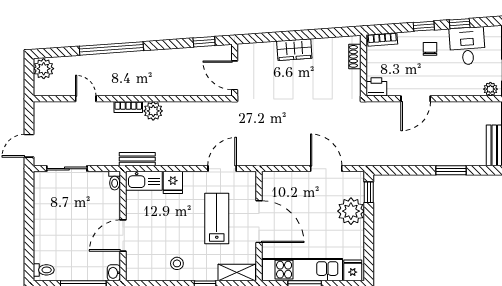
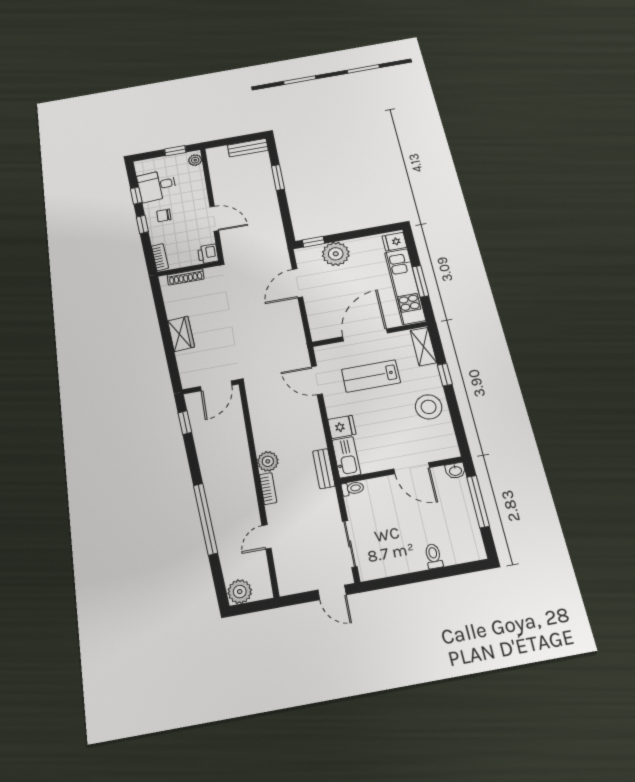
shoe rack: (355, 56) -> (186, 277), width x1.43
stool: (177, 263) -> (429, 407), width x1.89, depth x1.89
toilet: (44, 270) -> (434, 556), moved

